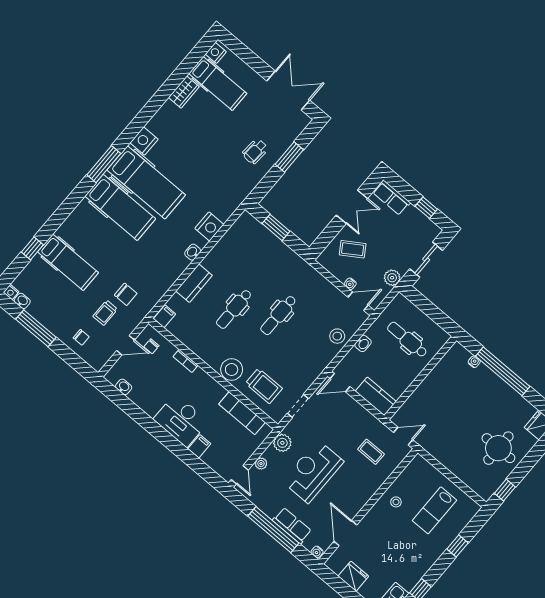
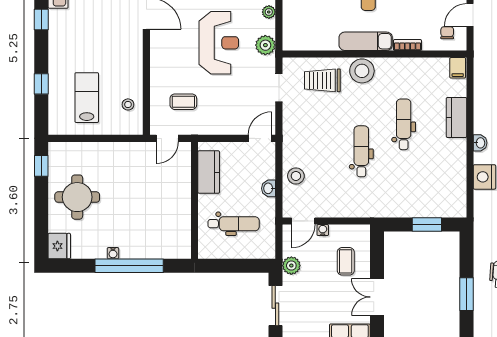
coffee table: (353, 249) -> (346, 261), turned -57
water cooler: (474, 362) -> (113, 253), moved
kitchen counter: (376, 396) -> (209, 172), moved, turned -90
exam couch: (242, 413) -> (366, 41), moved
stool: (396, 502) -> (128, 104), moved

